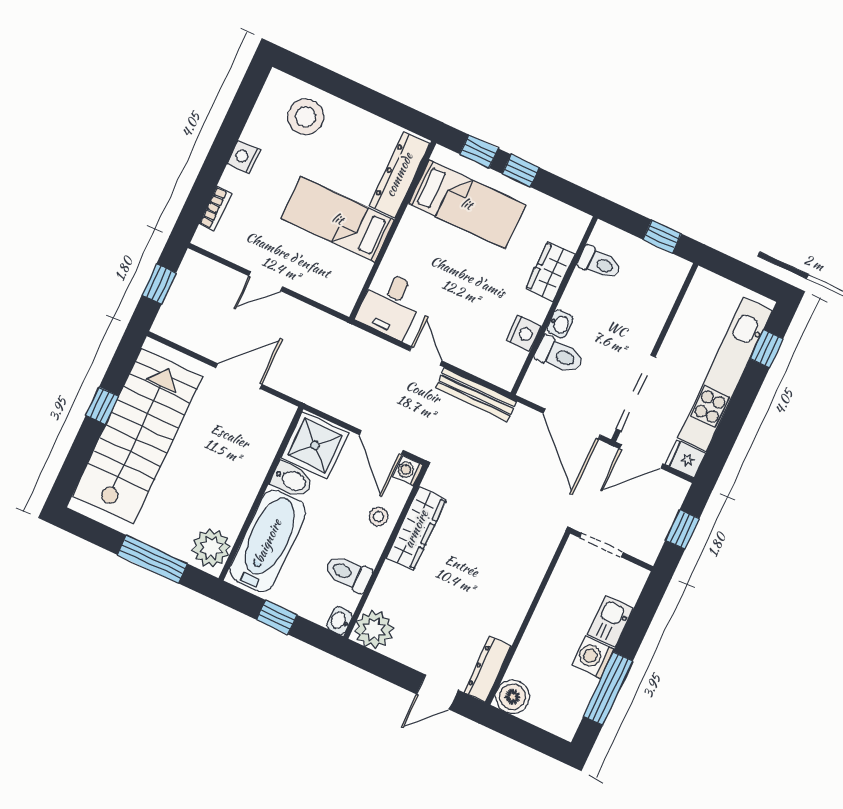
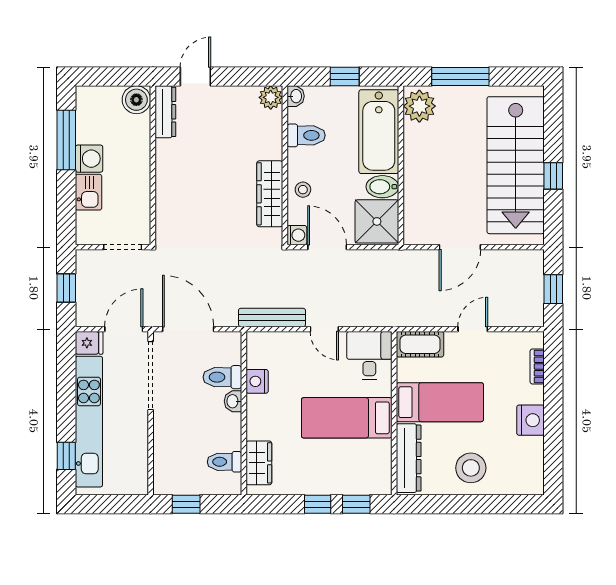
stool: (306, 117) -> (471, 468), moved
nightstand: (244, 157) -> (531, 420), width x1.36, depth x1.33
bed: (467, 204) -> (347, 418), moved
wardrobe: (550, 272) -> (259, 463), moved
cot: (330, 291) -> (420, 344), added
plant: (374, 629) -> (271, 97), width x0.73, depth x0.73

